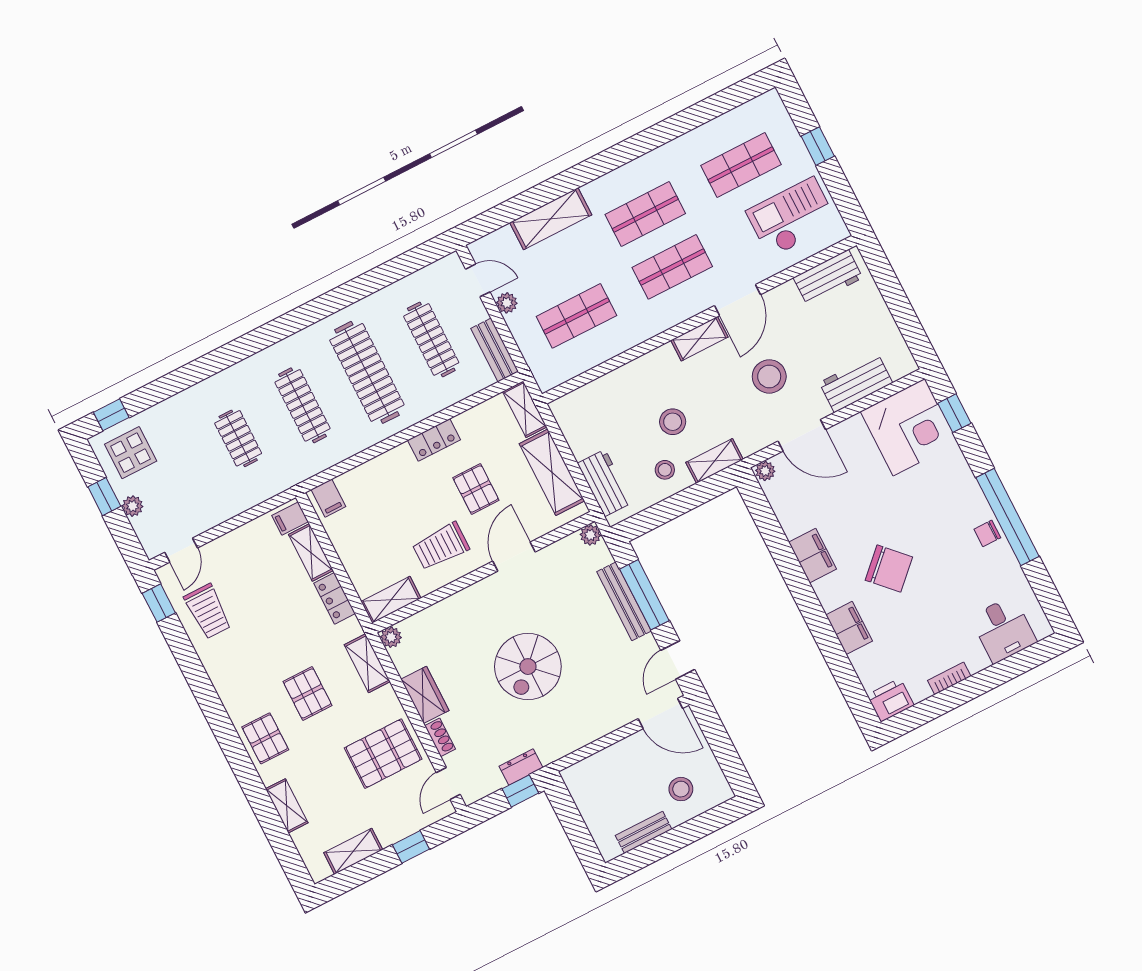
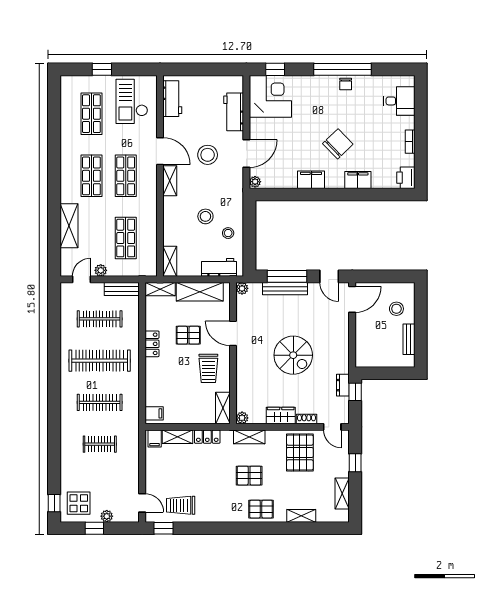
shelving: (714, 461) -> (170, 261), moved
trolley: (208, 611) -> (181, 505), turned 180

